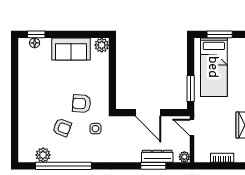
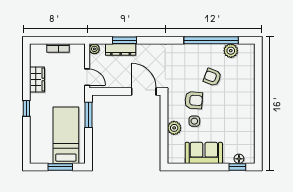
plant: (102, 45) -> (174, 128), moved
door: (148, 113) -> (144, 91), moved
side table: (95, 129) -> (194, 121), moved

